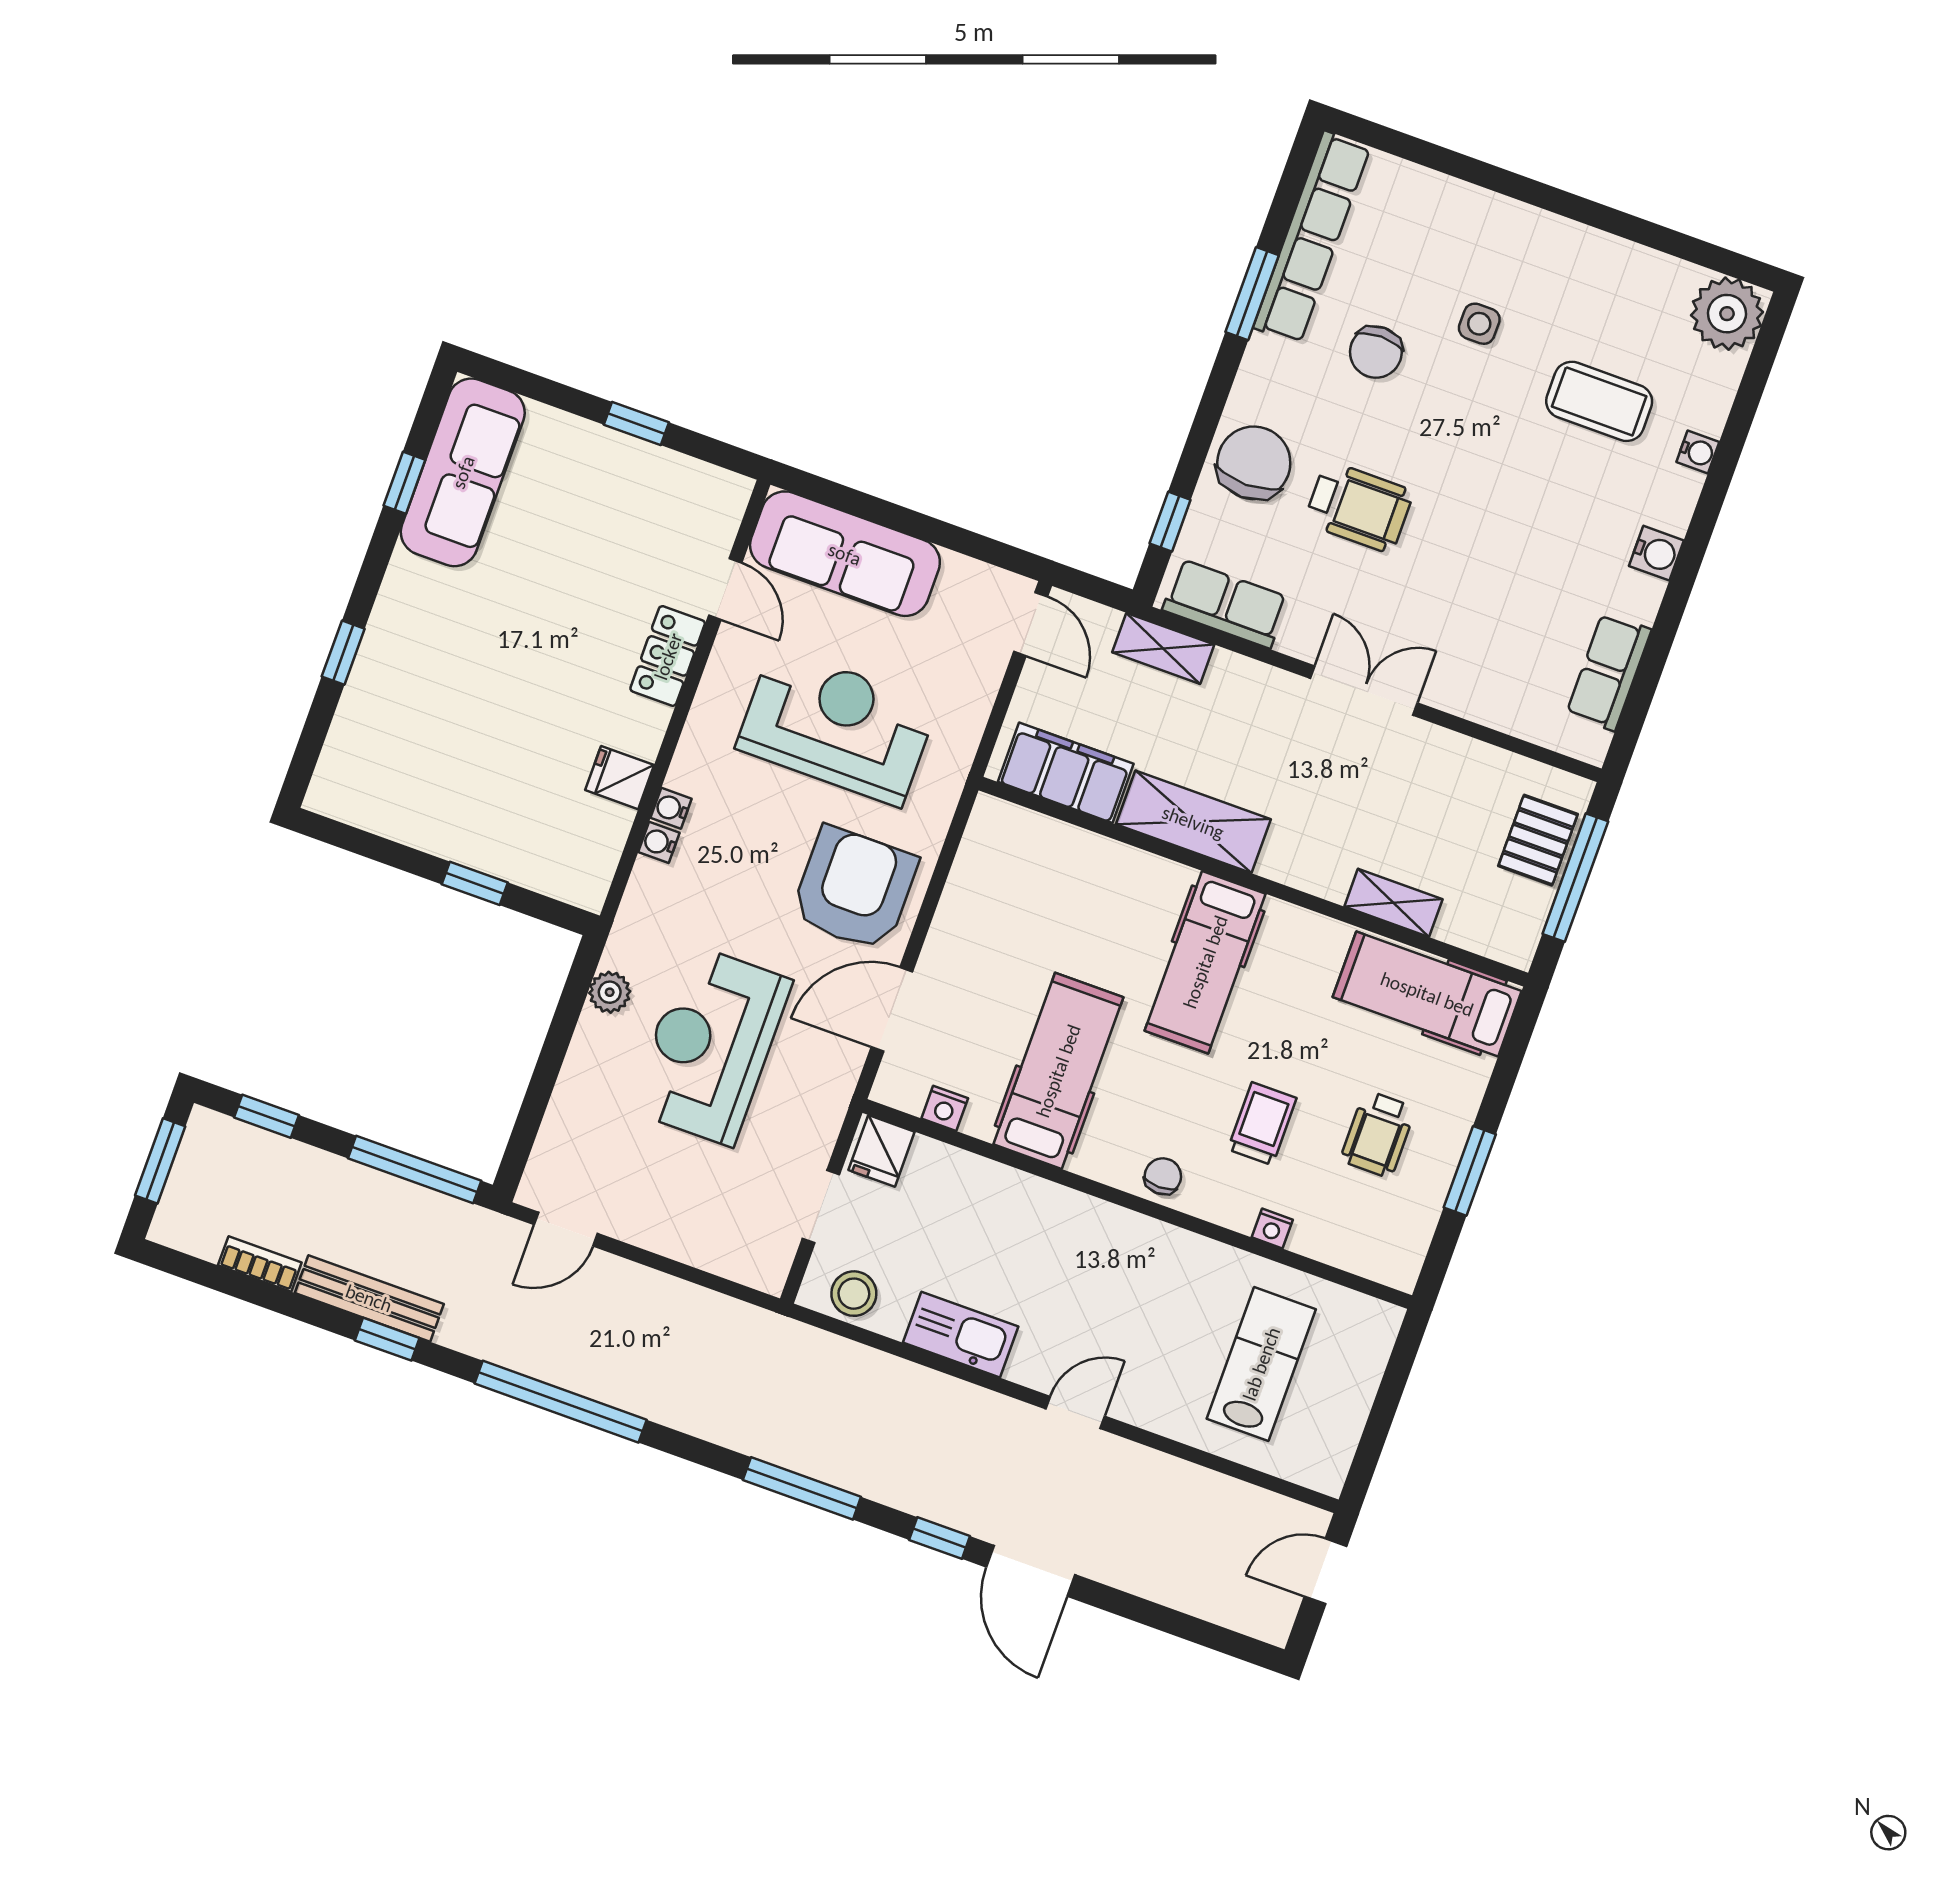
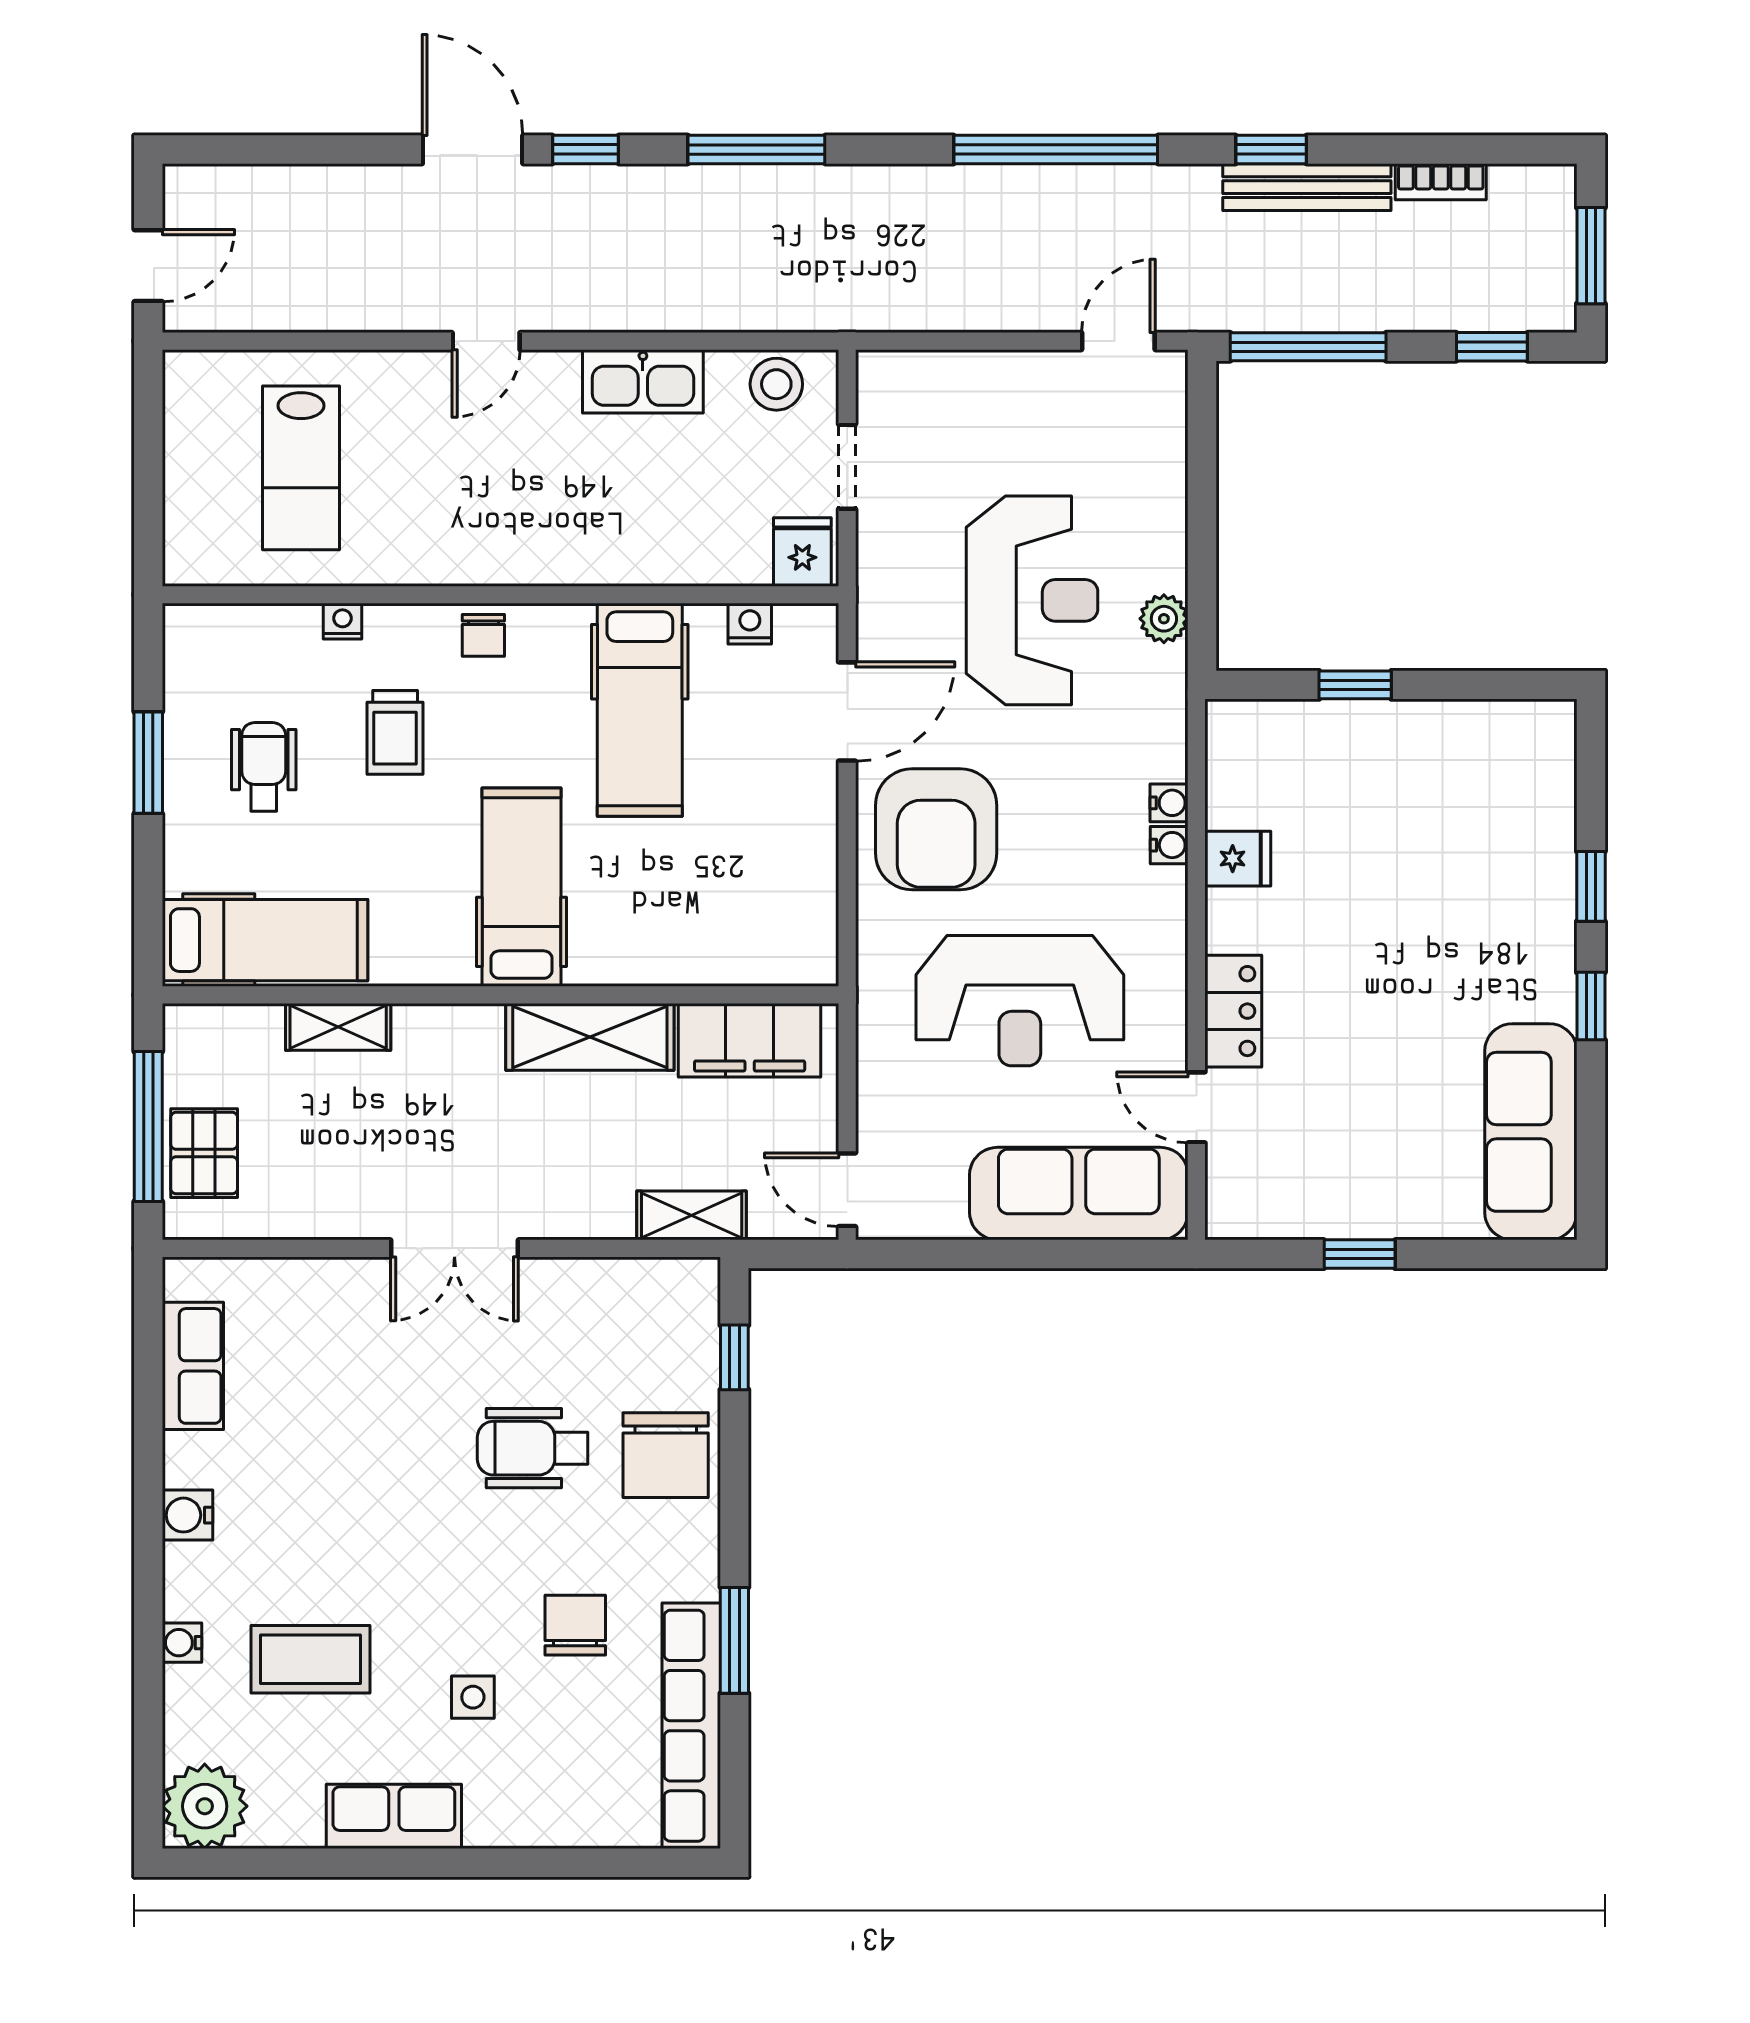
window: (404, 483) -> (1591, 1006), moved
row of seats: (1225, 604) -> (394, 1816), moved, turned 180

